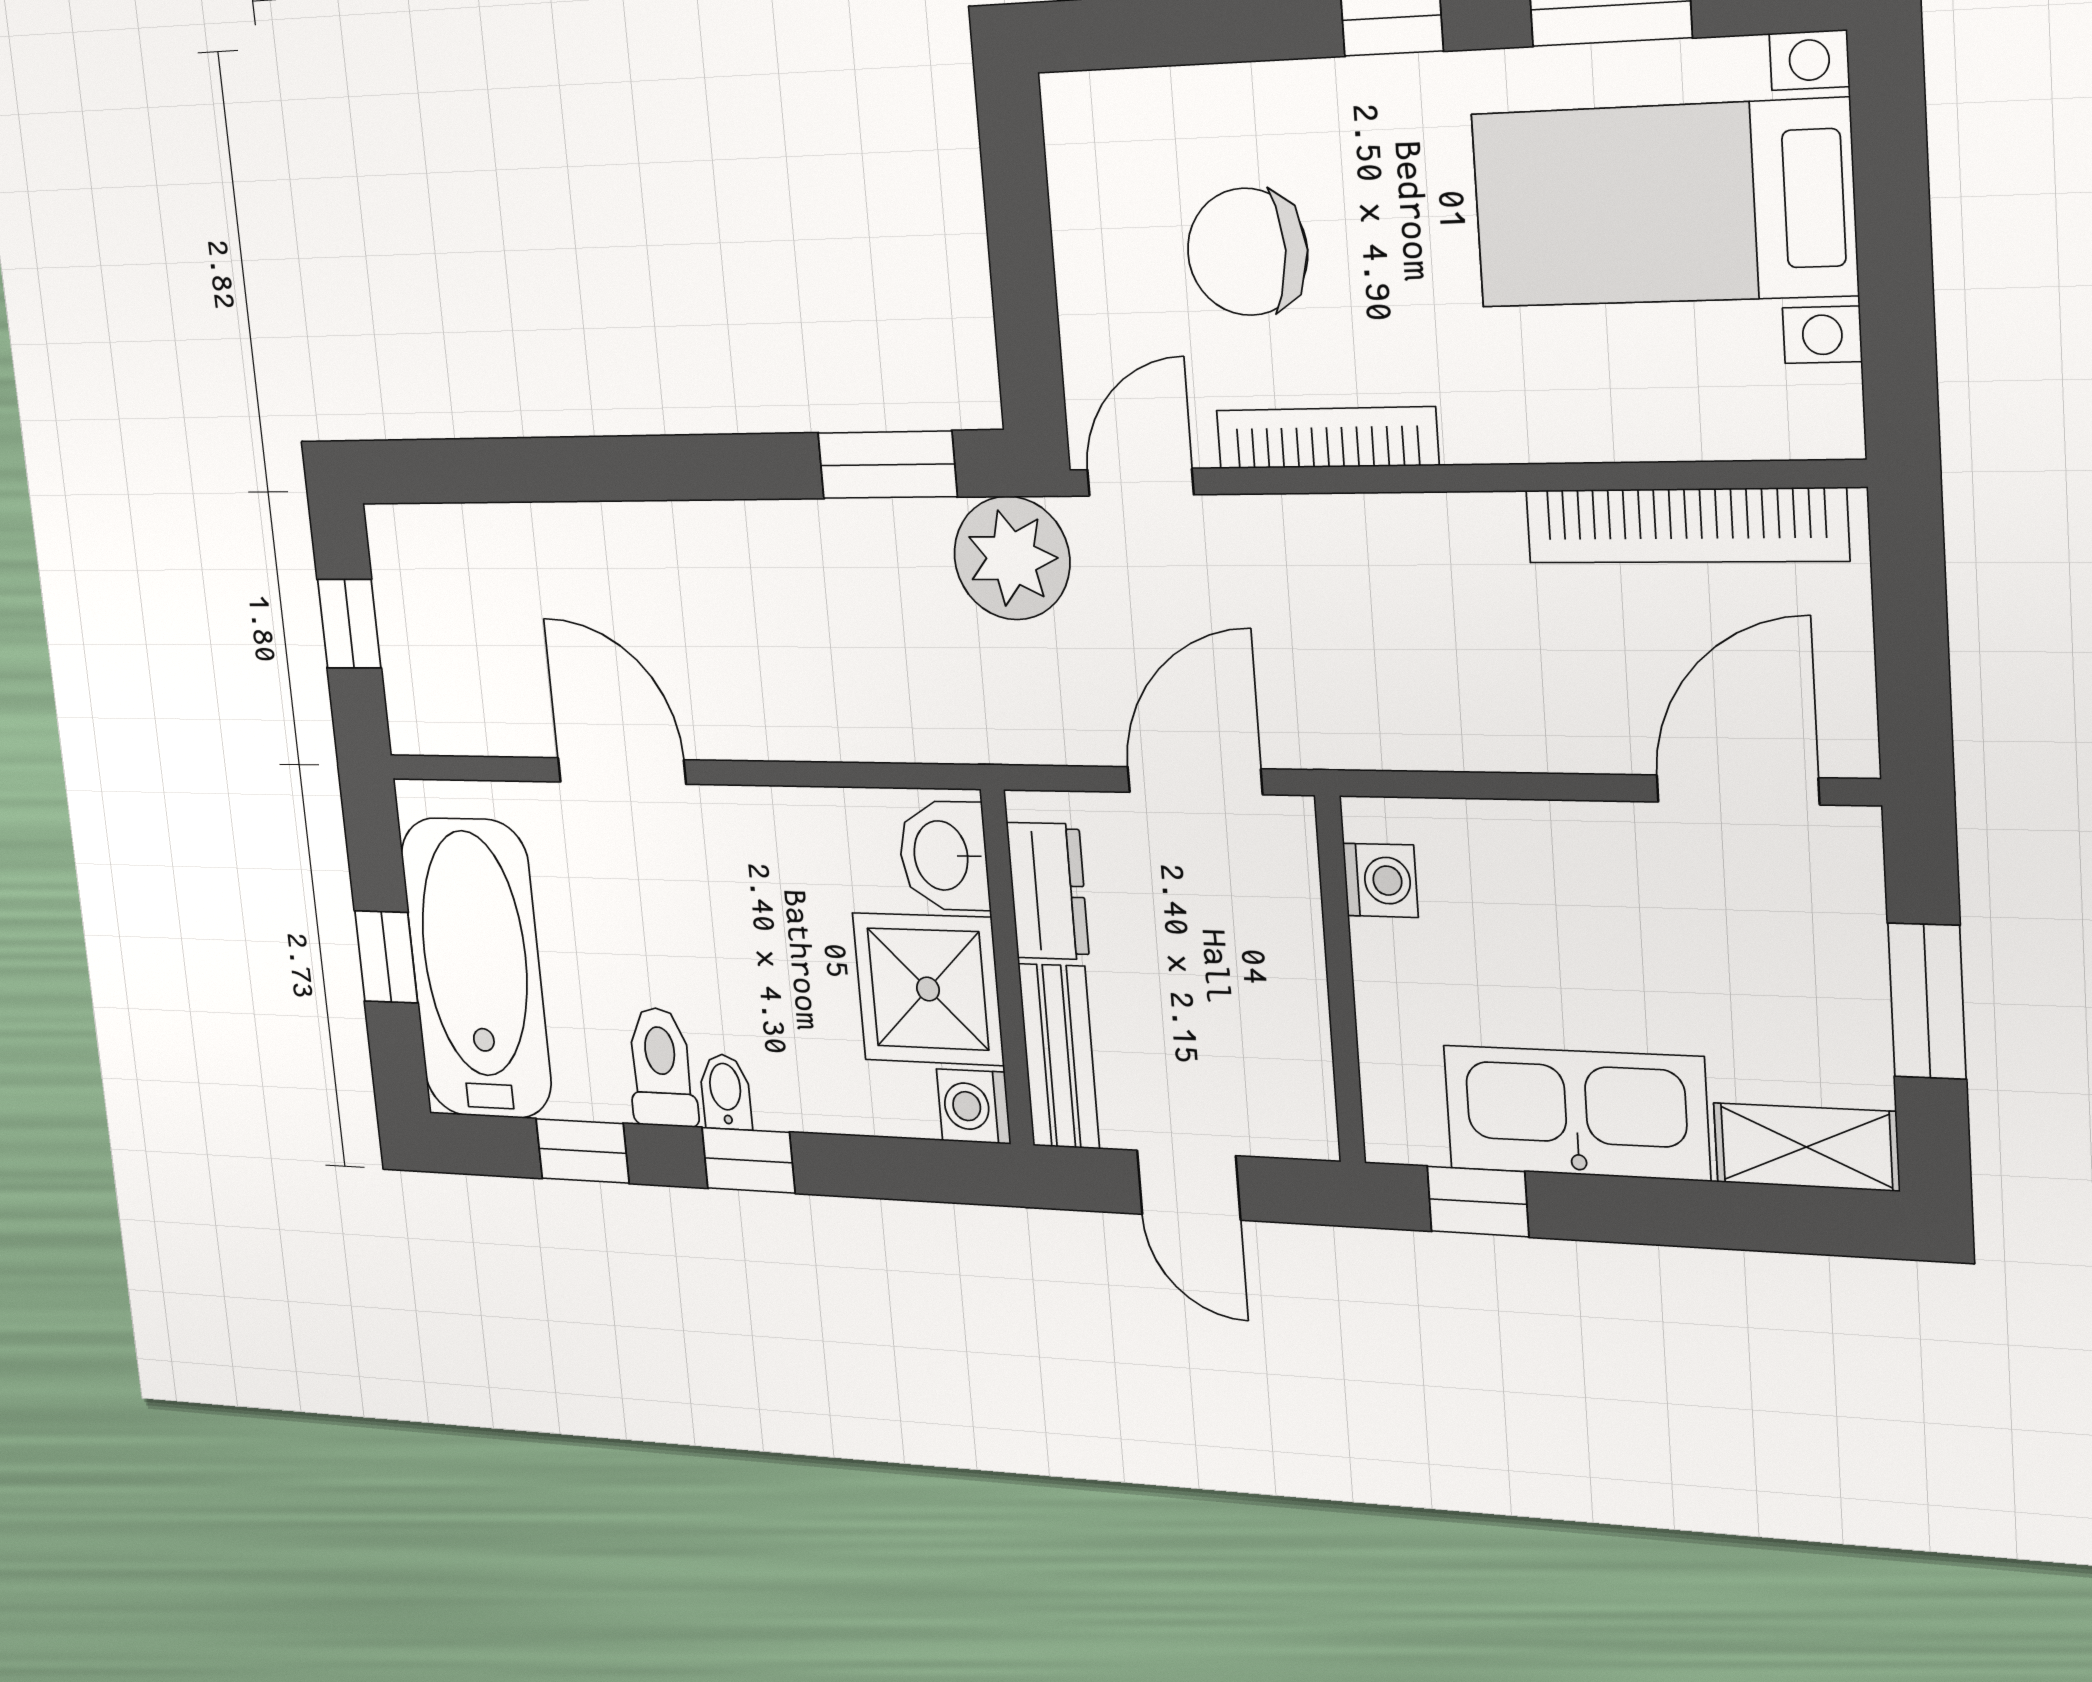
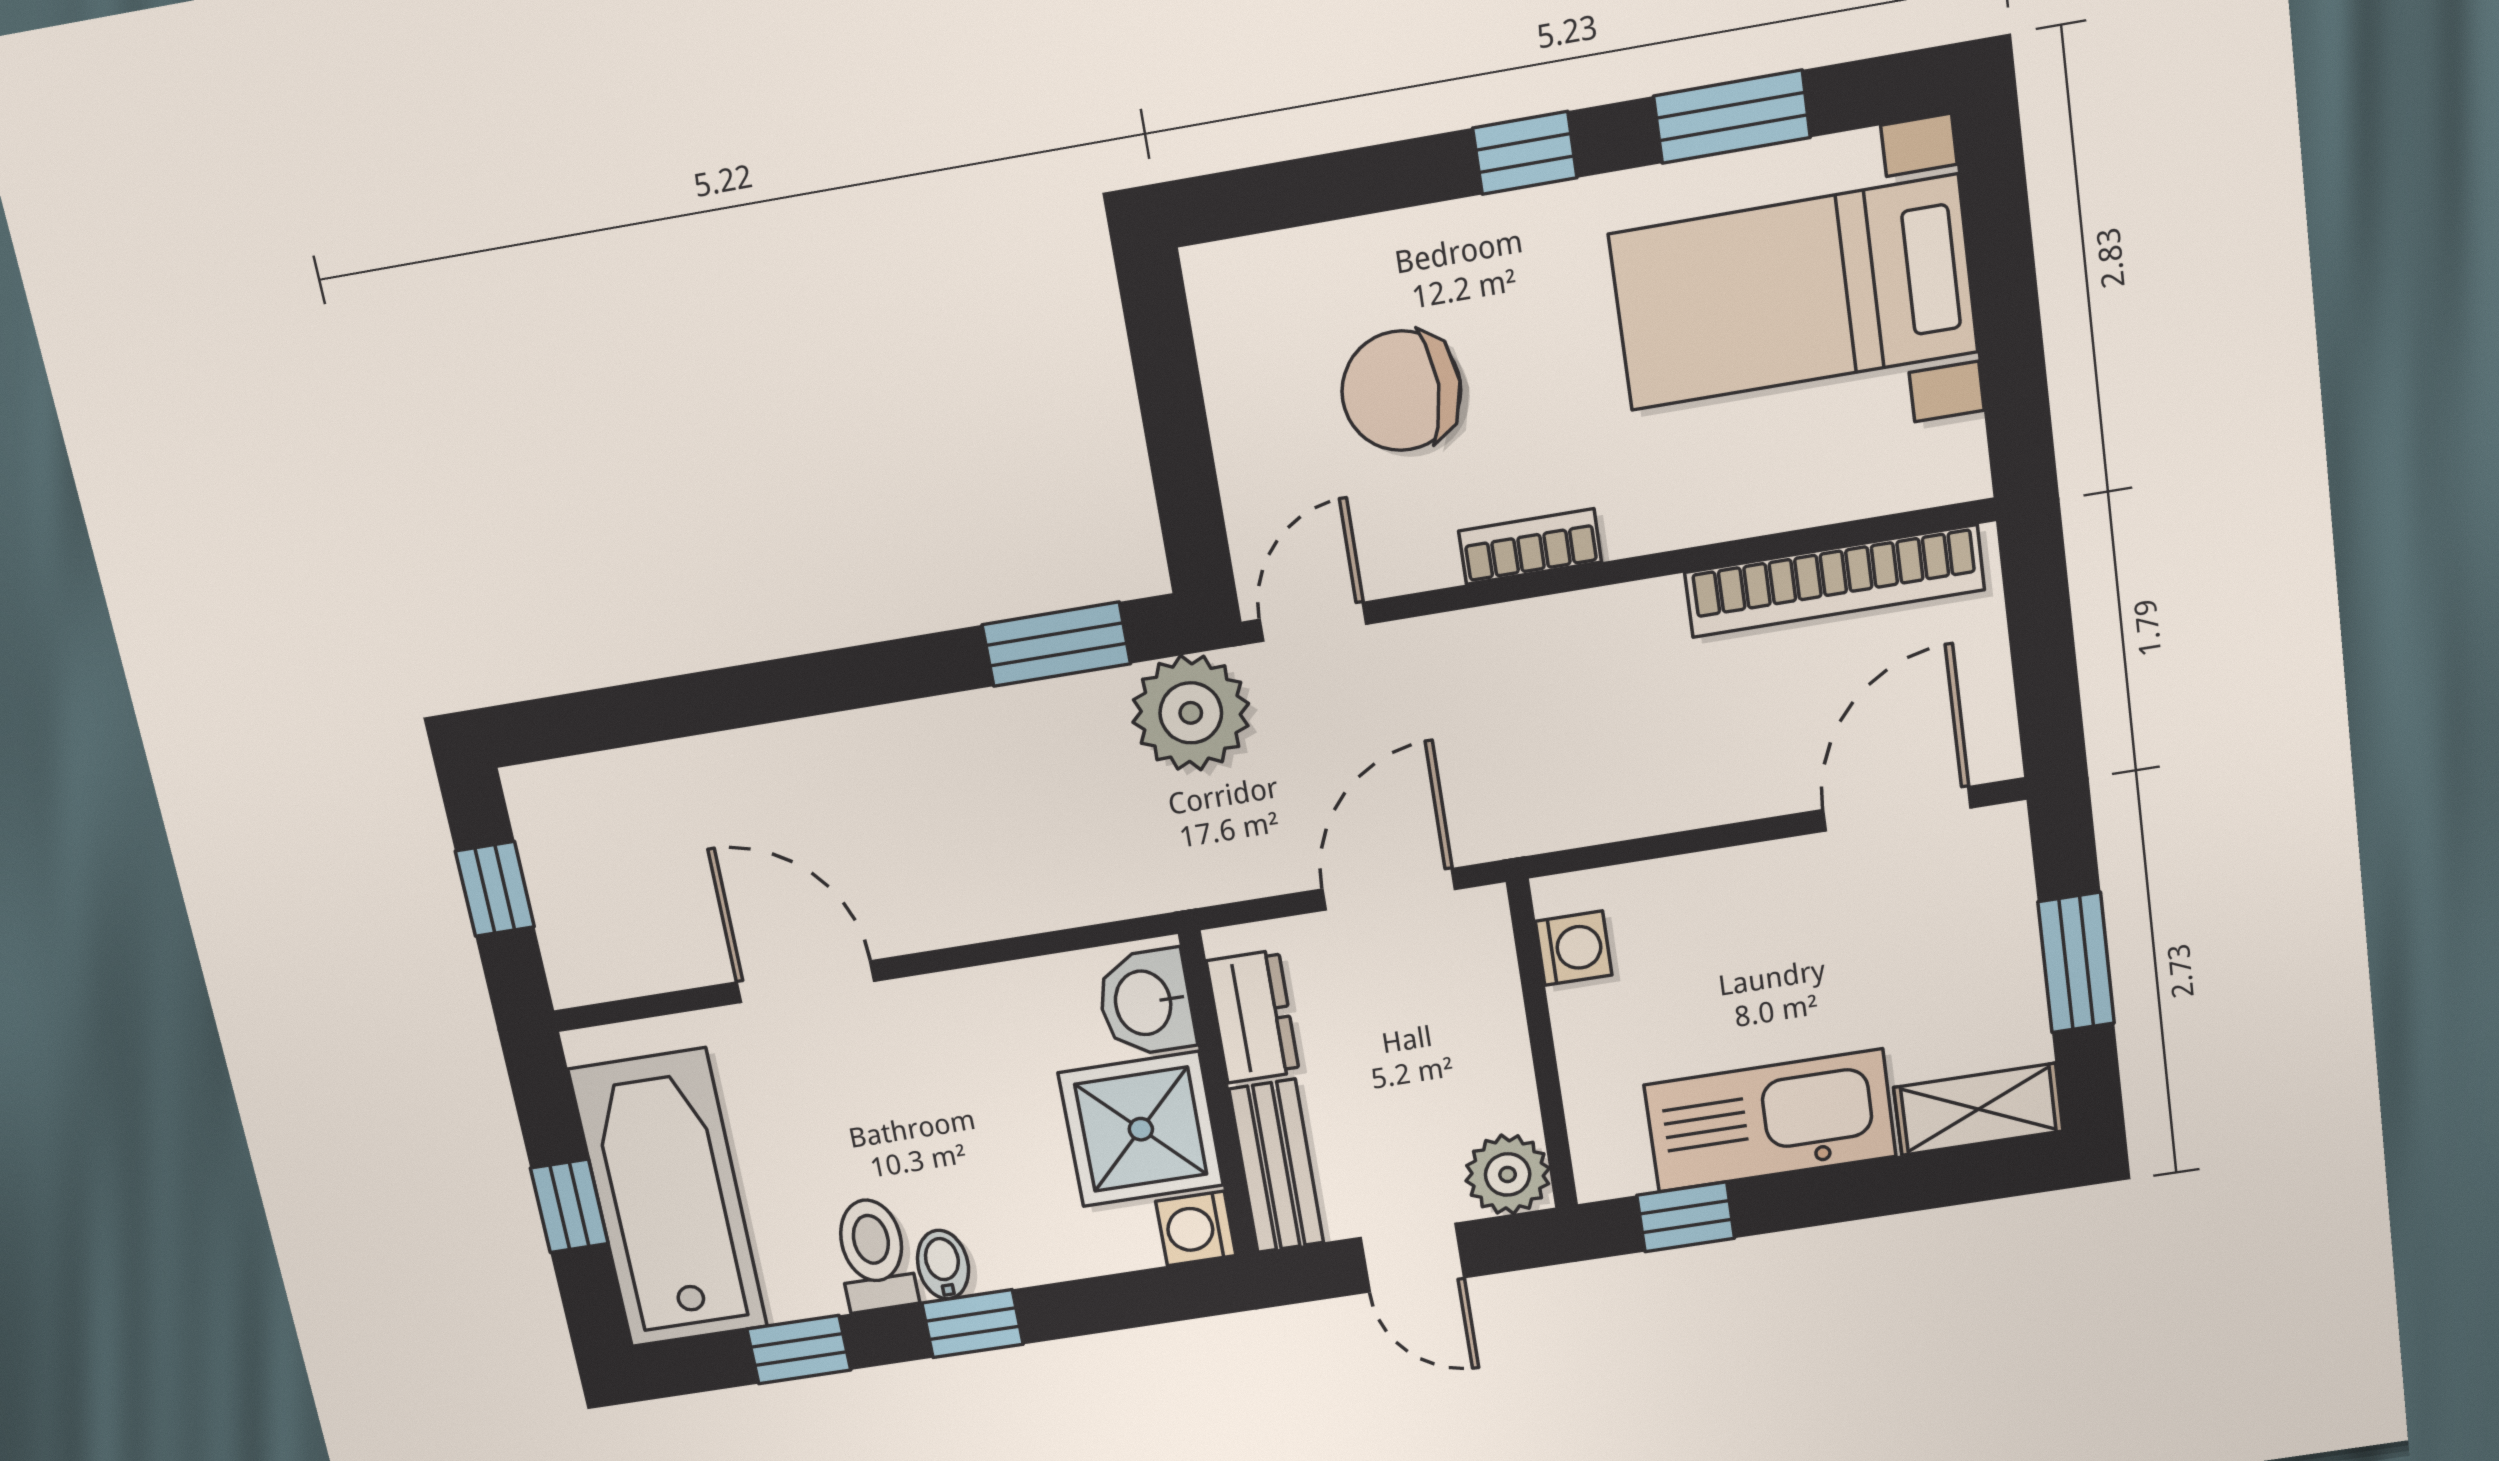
bookcase: (1327, 438) -> (1530, 547), width x0.64
plant: (1294, 1115) -> (1508, 1175), added

